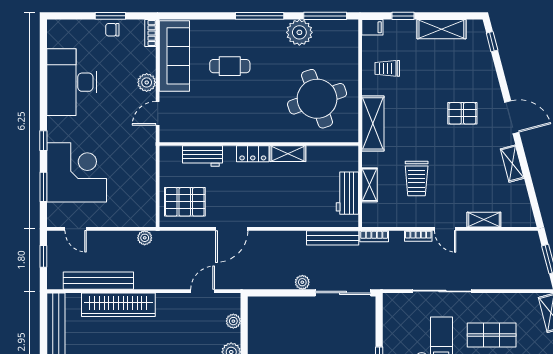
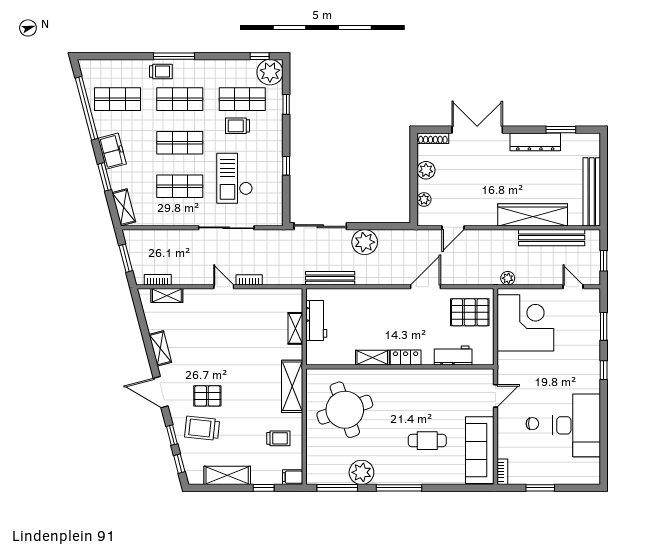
chair: (112, 30) -> (532, 424), moved
window: (500, 72) -> (172, 435), added
plant: (147, 82) -> (506, 425), removed
corner desk: (77, 172) -> (525, 323), moved, turned 180
trolley: (417, 178) -> (202, 428), moved, turned -84
shelving: (484, 220) -> (167, 295), moved
bookcase: (374, 236) -> (158, 280), moved
plant: (302, 282) -> (365, 242), width x1.87, depth x1.87

